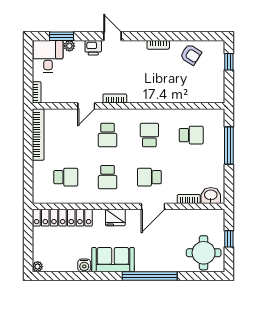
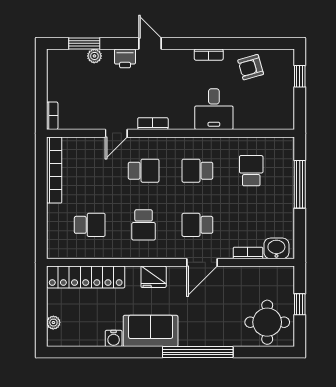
armchair: (191, 55) -> (251, 67), turned 132
desk: (48, 56) -> (214, 109), moved, turned 180
school desk: (108, 135) -> (144, 171), turned -90
school desk: (149, 135) -> (197, 171), turned -90
school desk: (191, 135) -> (251, 171), turned -90
plant: (38, 267) -> (53, 323), moved

